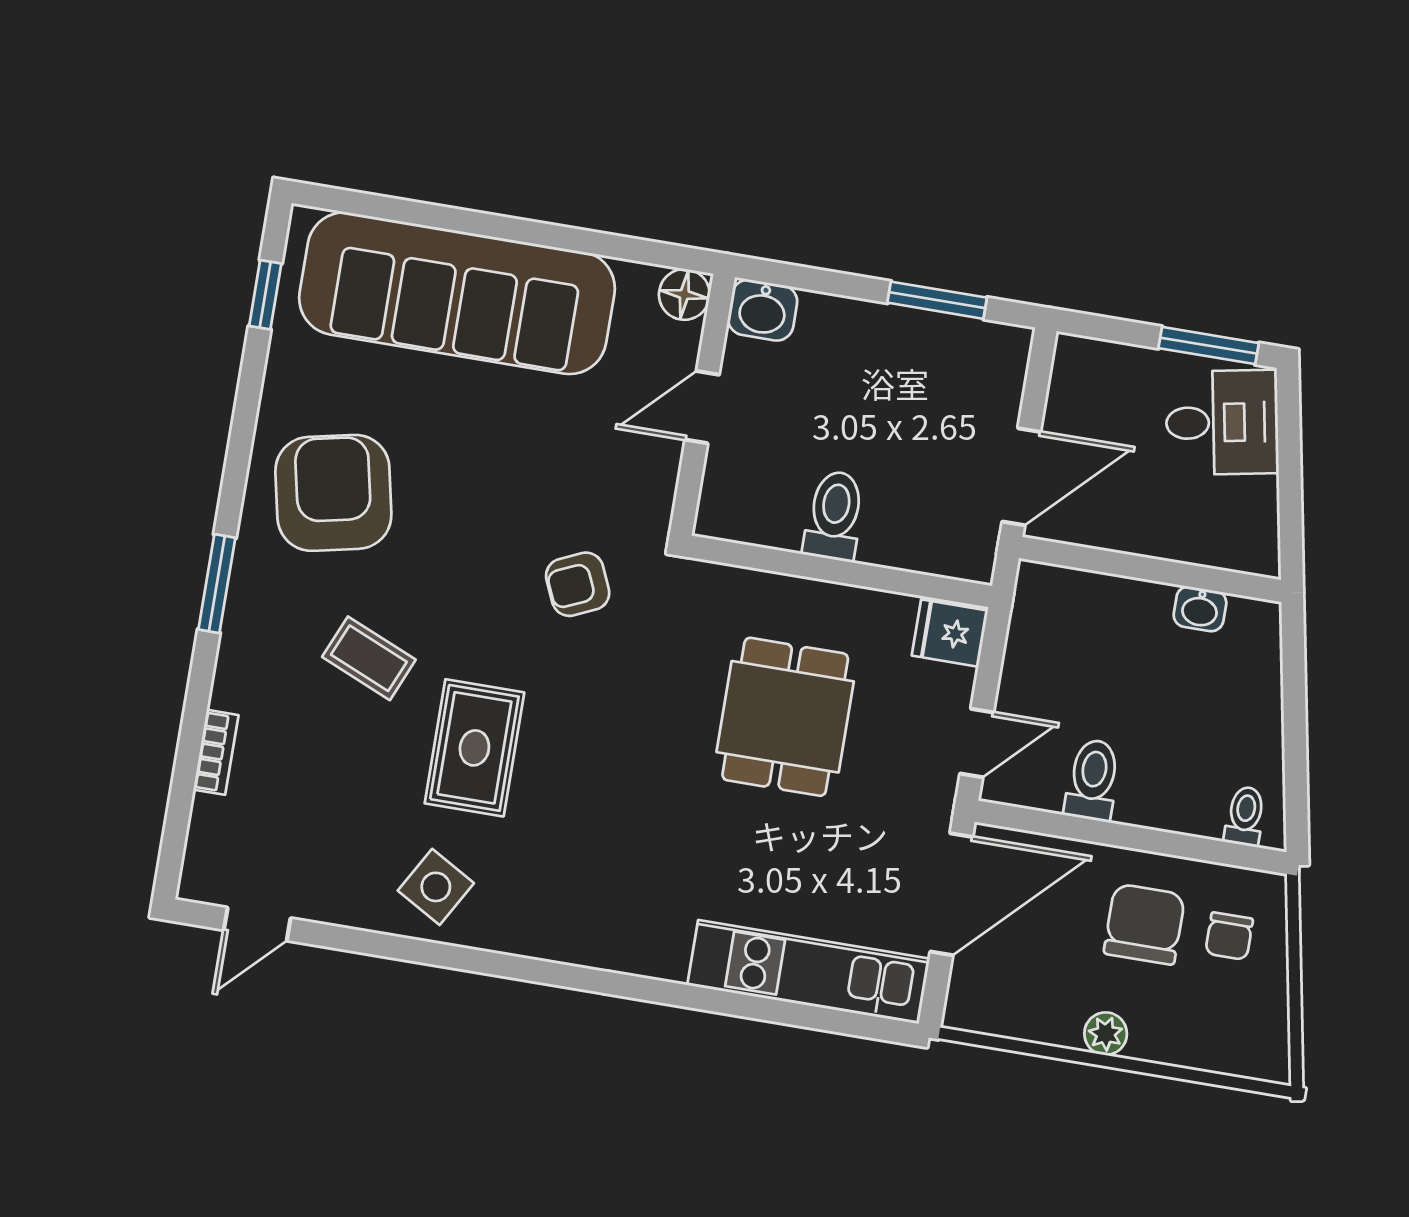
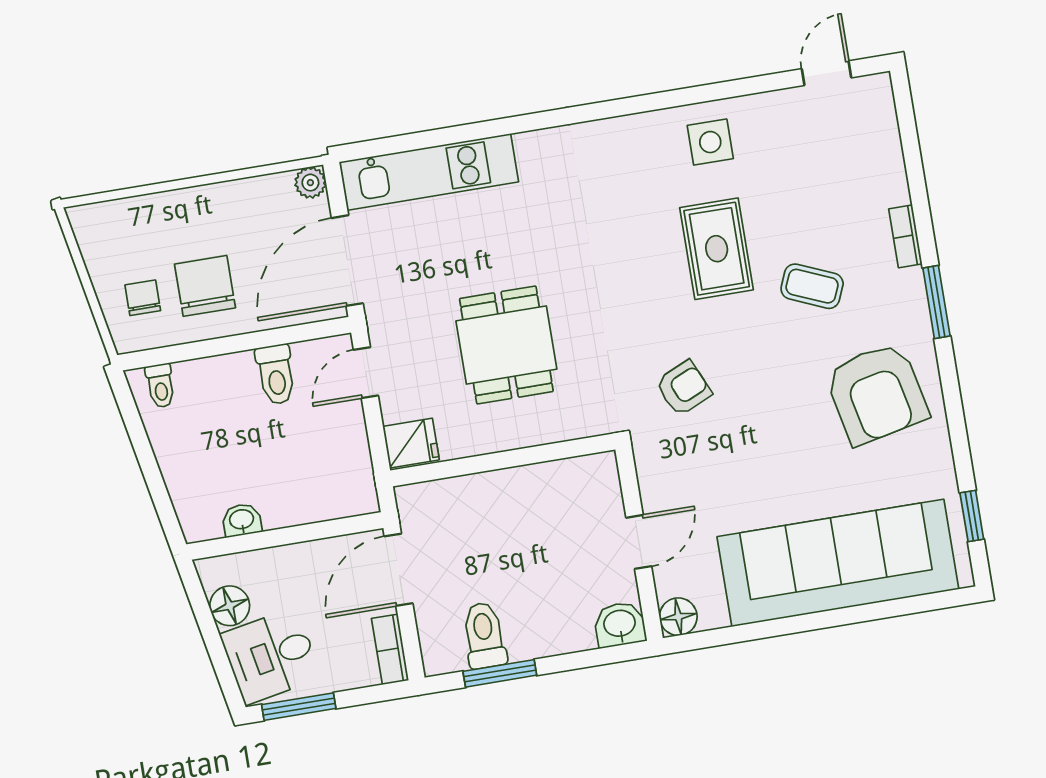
bookcase: (1067, 379) -> (390, 649), added
floor lamp: (1253, 505) -> (230, 606), added
toilet: (834, 516) -> (484, 635), moved, turned 180
bookcase: (216, 752) -> (905, 236), moved
side table: (436, 887) -> (710, 142), turned -30
chair: (1144, 924) -> (205, 286), turned 180
plant: (1106, 1034) -> (310, 183), moved

